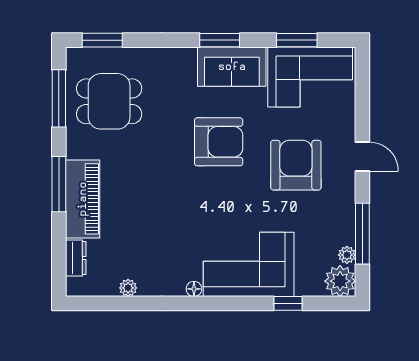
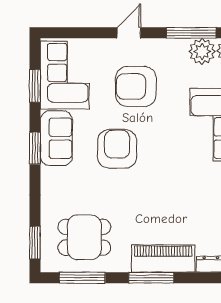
dining table: (109, 101) -> (84, 237), turned 90
plant: (347, 255) -> (202, 51), width x1.88, depth x1.88

